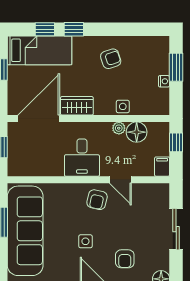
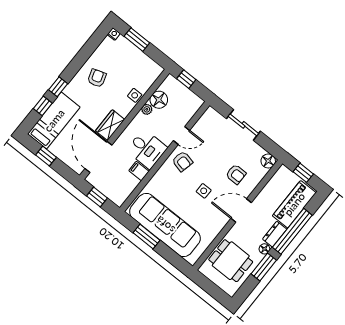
nightstand: (164, 81) -> (114, 34), moved
filing cabinet: (162, 167) -> (139, 171), moved

